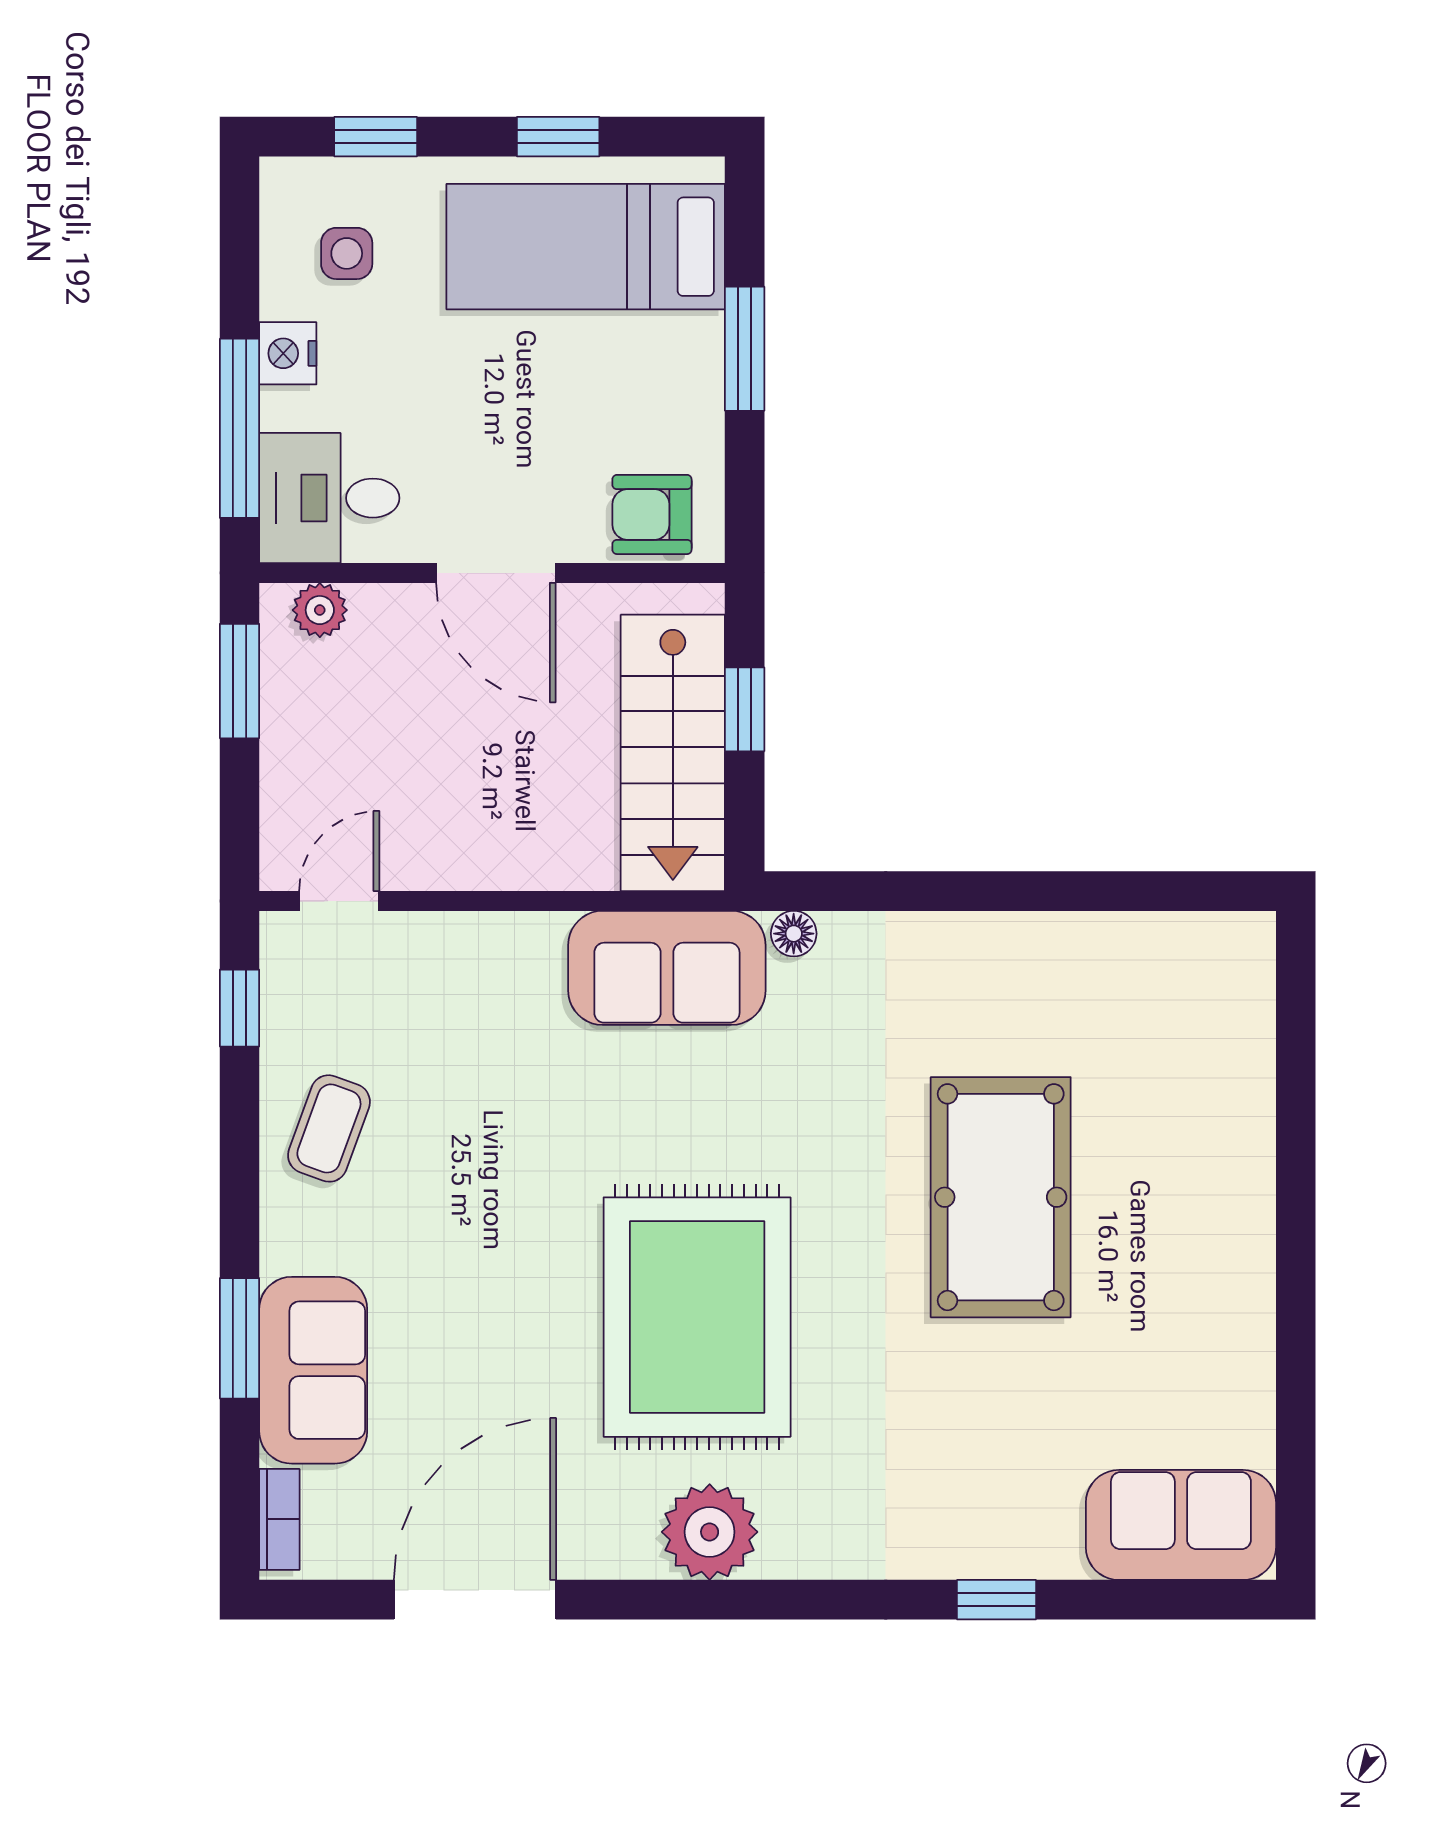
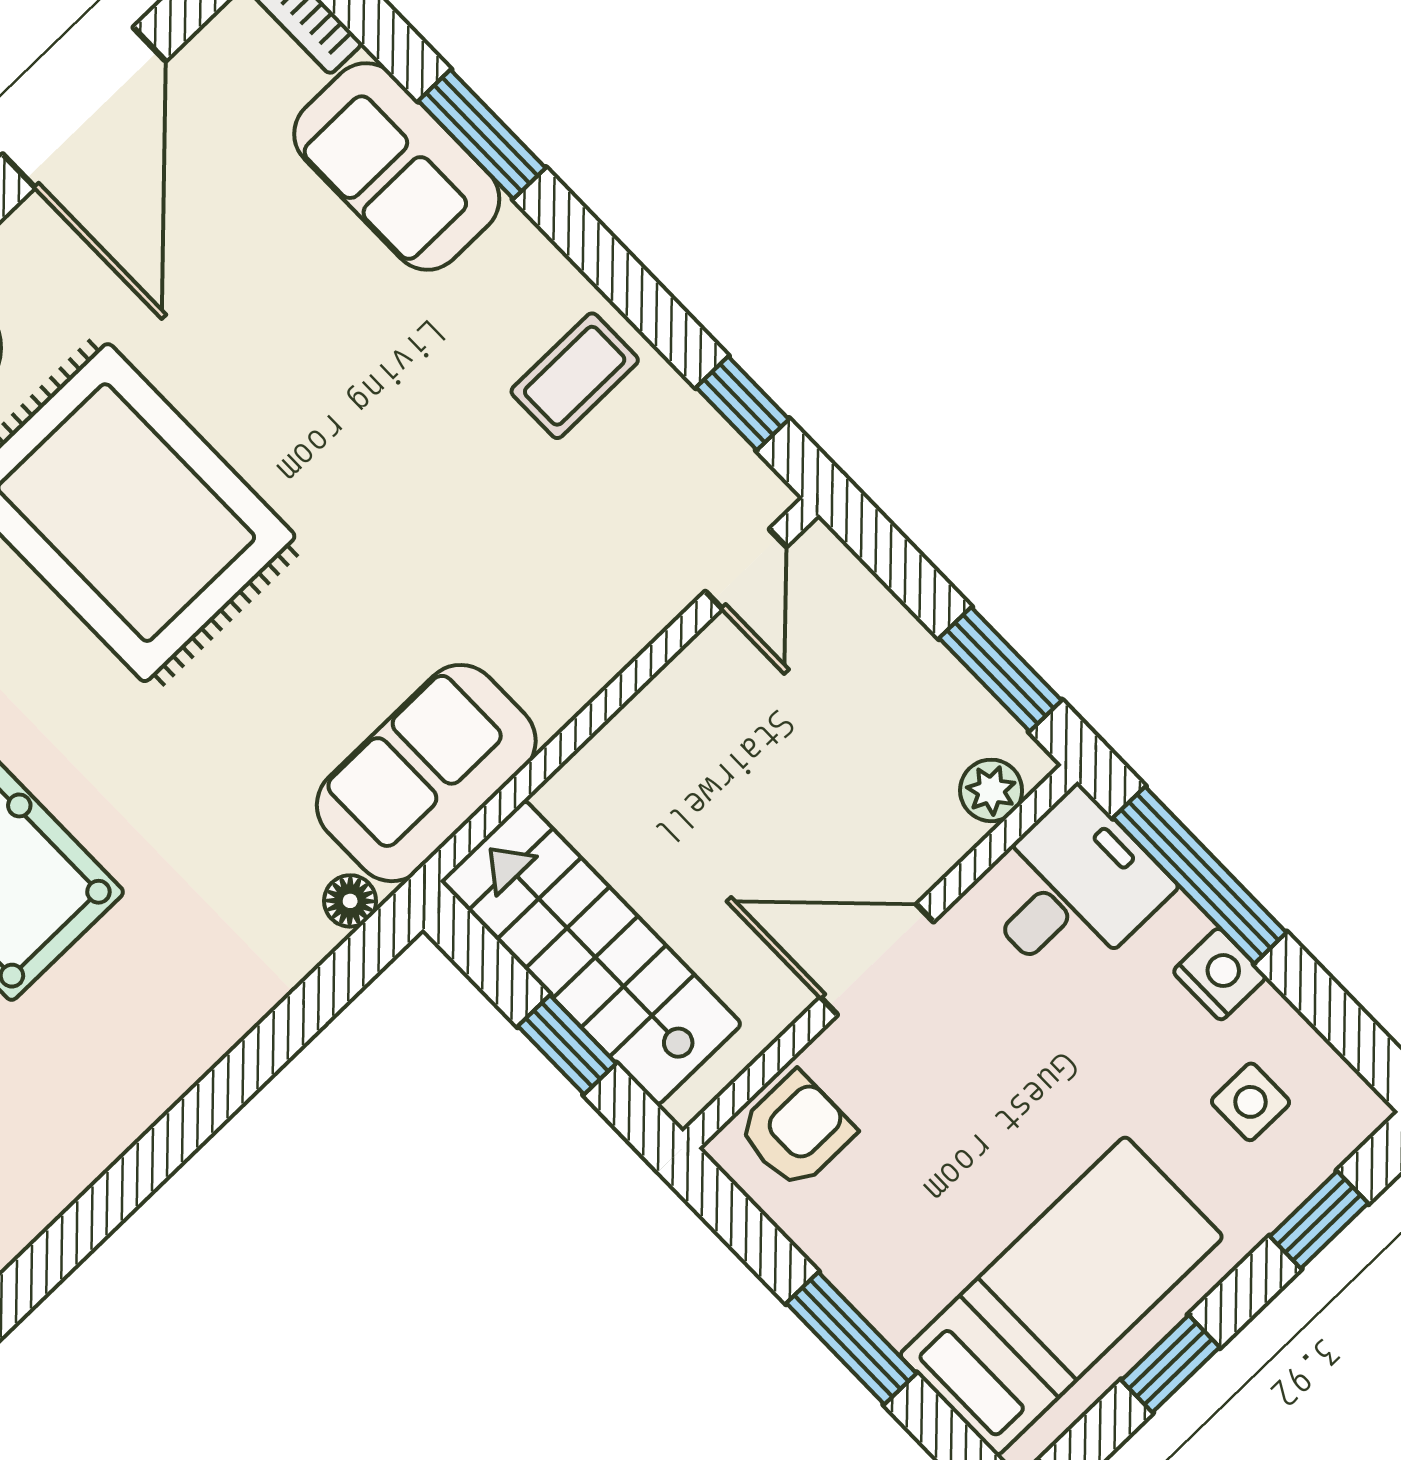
coffee table: (329, 1128) -> (575, 376), turned 70

